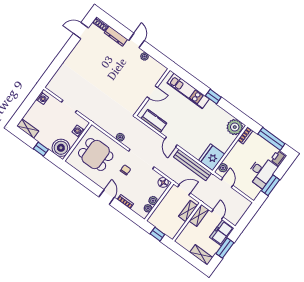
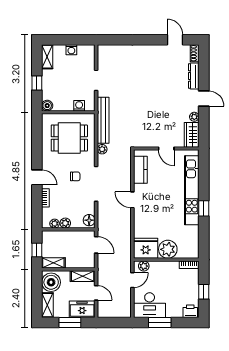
door: (137, 40) -> (204, 98), hinge flipped
wardrobe: (156, 67) -> (192, 135), added
kitchen unit: (188, 91) -> (192, 190), width x1.36
washing machine: (42, 98) -> (71, 50), moved
plant: (235, 127) -> (168, 249), moved
window: (271, 139) -> (204, 292), width x0.46
door: (171, 142) -> (132, 200), hinge flipped
boiler: (61, 148) -> (47, 106), width x0.54, depth x0.54
dining table: (96, 155) -> (69, 138), turned 90
bench: (192, 165) -> (103, 120), moved
desk: (262, 172) -> (150, 305), moved
door: (107, 197) -> (37, 177), hinge flipped
shelving: (188, 211) -> (53, 263), moved
door: (217, 215) -> (96, 293), hinge flipped
boiler: (187, 241) -> (51, 282), added

